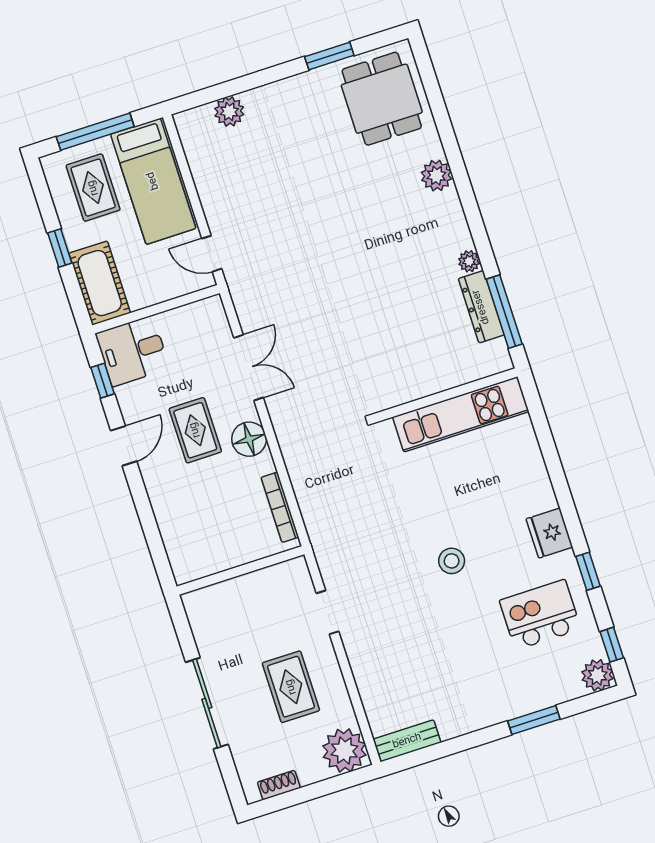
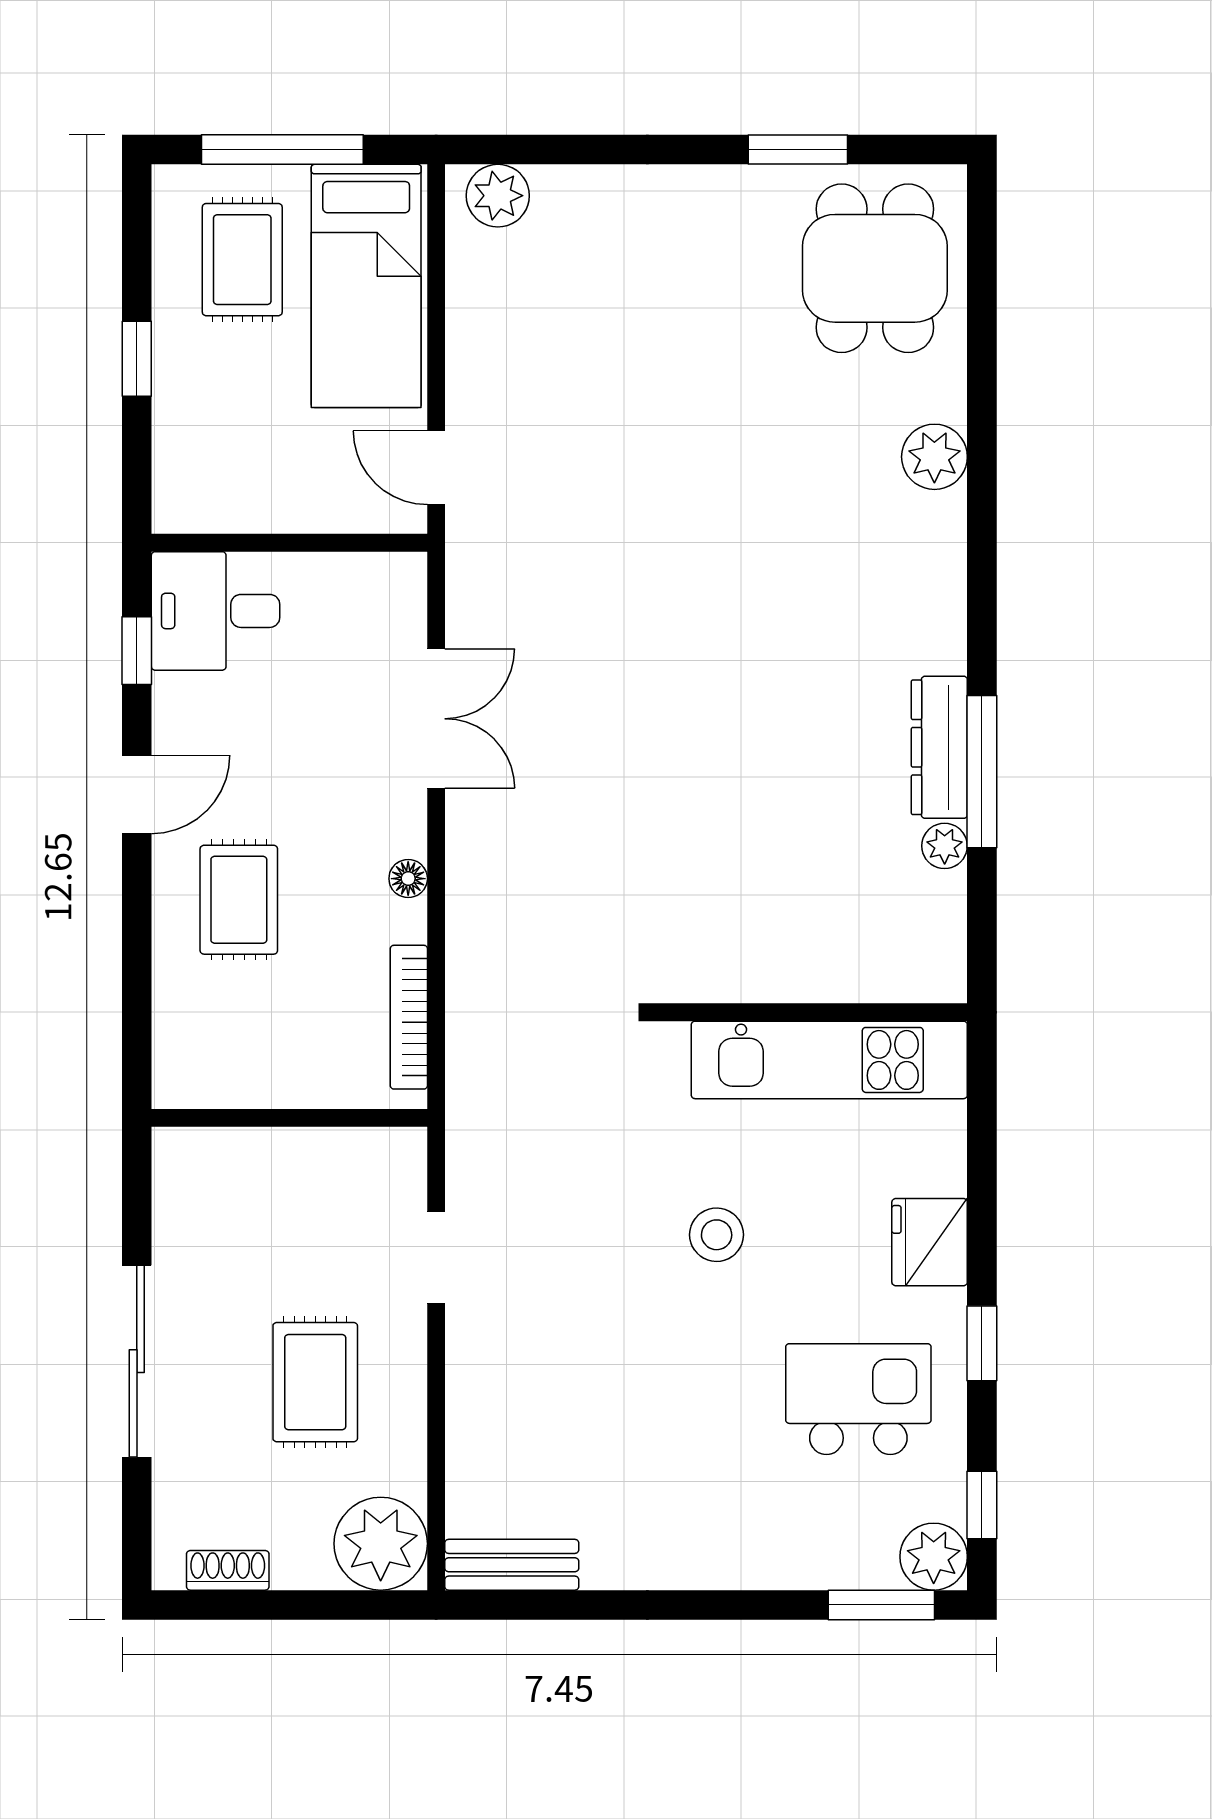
plant: (229, 112) -> (498, 196), moved
plant: (469, 261) -> (945, 846), moved
cot: (100, 283) -> (194, 454), removed
wall: (446, 395) -> (812, 1012), moved
kitchen unit: (461, 414) -> (829, 1060), moved
rug: (195, 430) -> (239, 900), moved
floor lamp: (249, 439) -> (408, 879), width x0.53, depth x0.53
window: (534, 720) -> (881, 1605), moved

